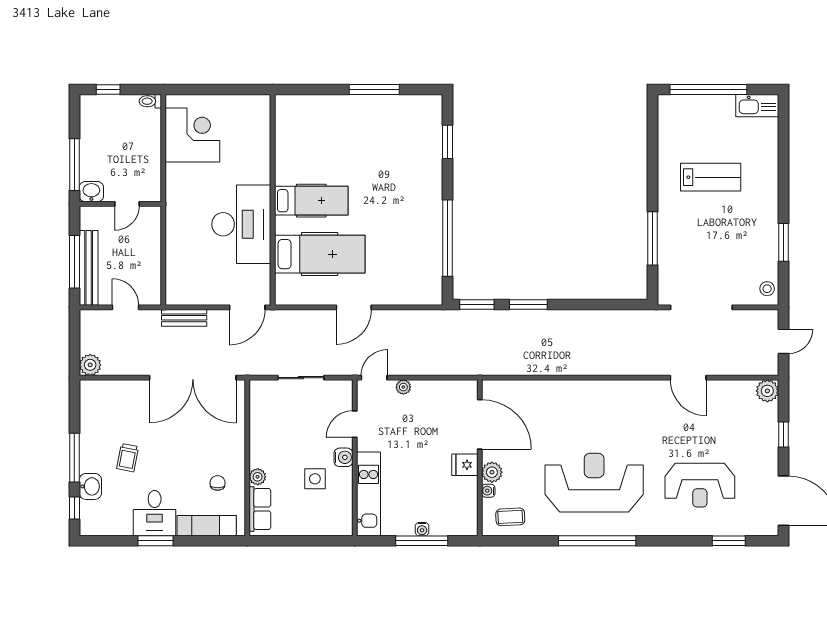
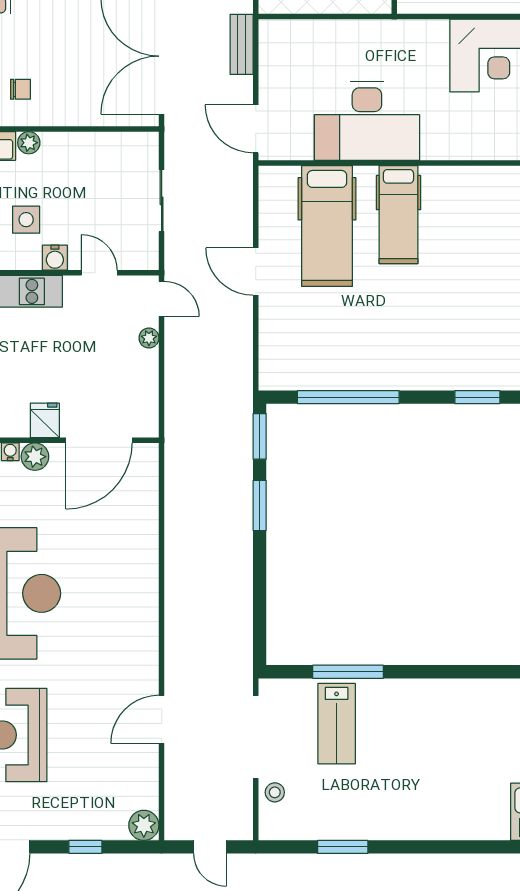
lab bench: (711, 177) -> (337, 724), moved
stool: (767, 289) -> (275, 792), moved

